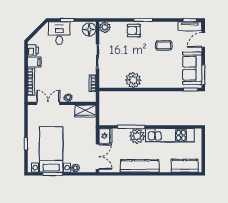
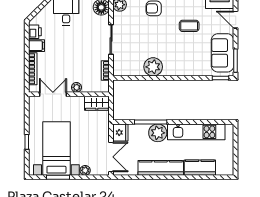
door: (203, 40) -> (236, 20), hinge flipped
kitchen counter: (185, 166) -> (200, 168), moved

